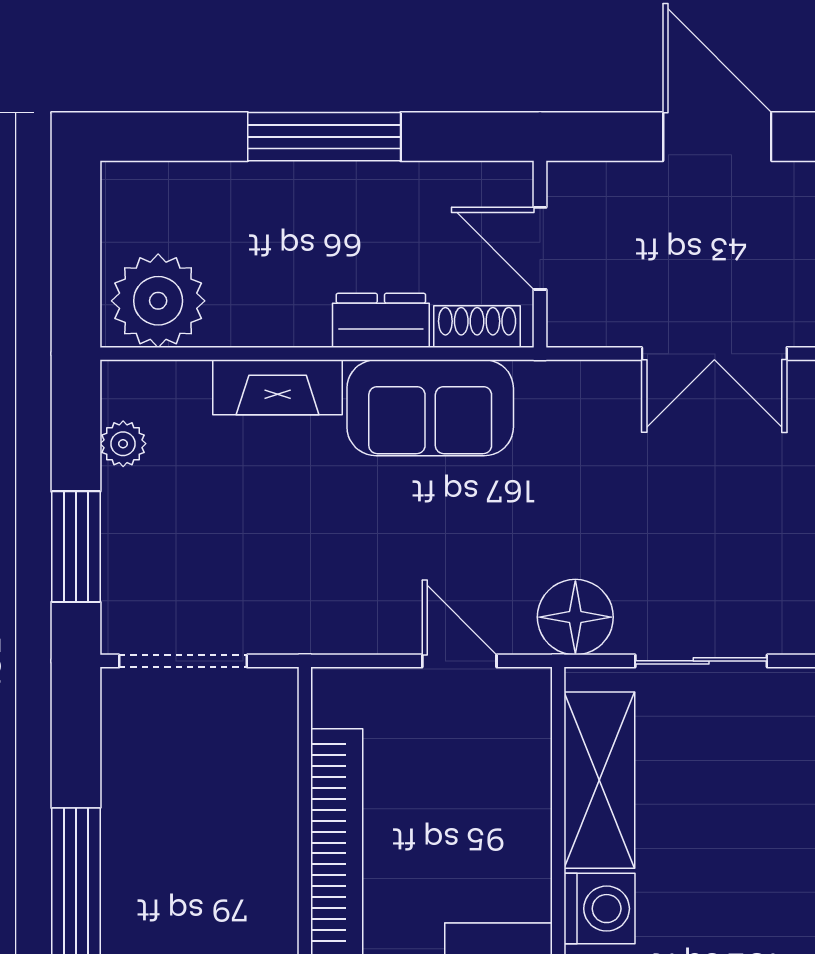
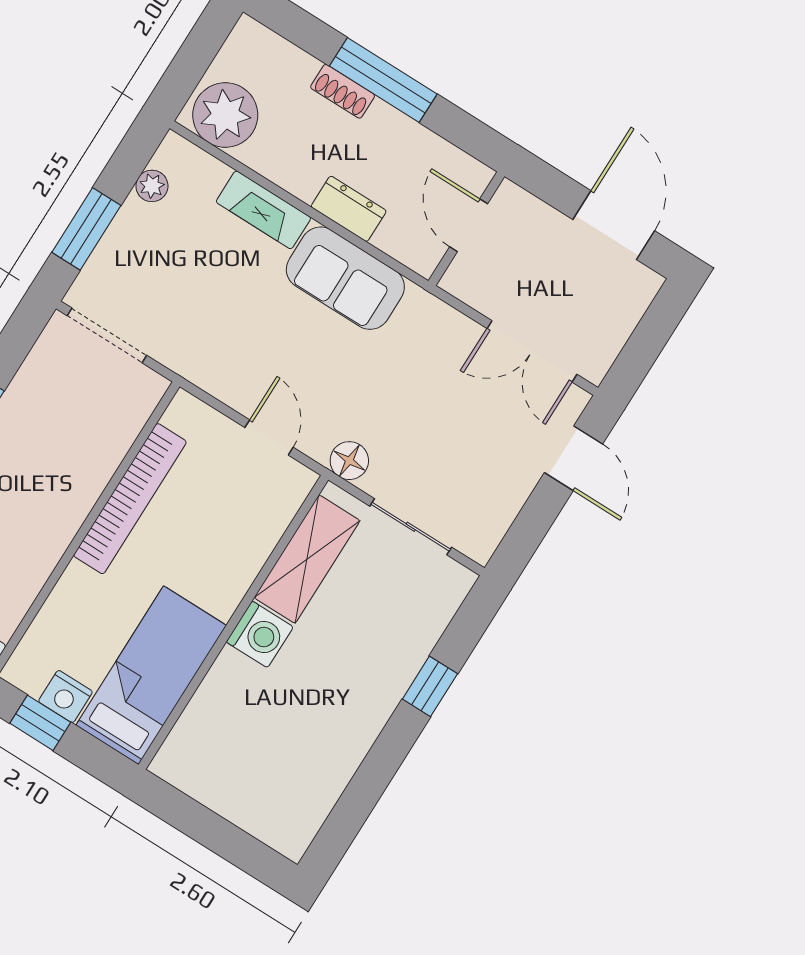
shoe rack: (477, 327) -> (343, 91), moved, turned 180
floor lamp: (575, 617) -> (349, 461), width x0.73, depth x0.73

